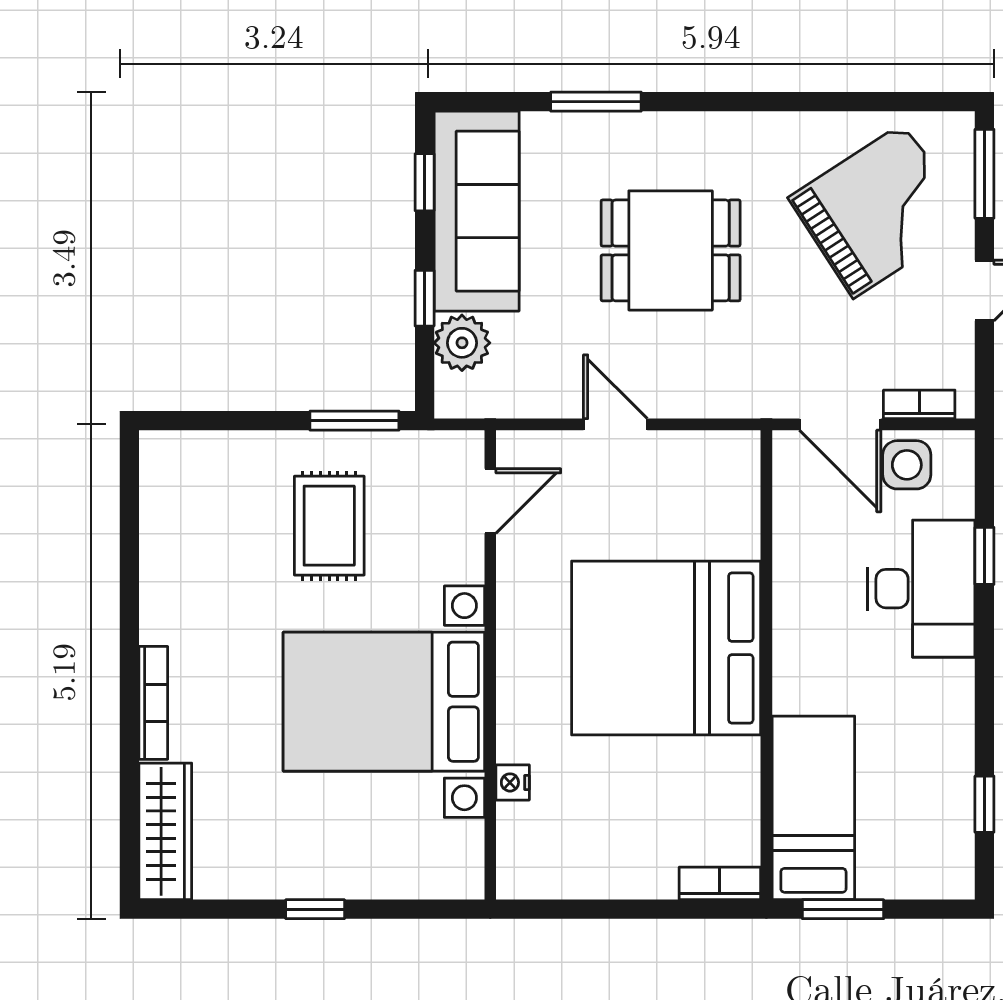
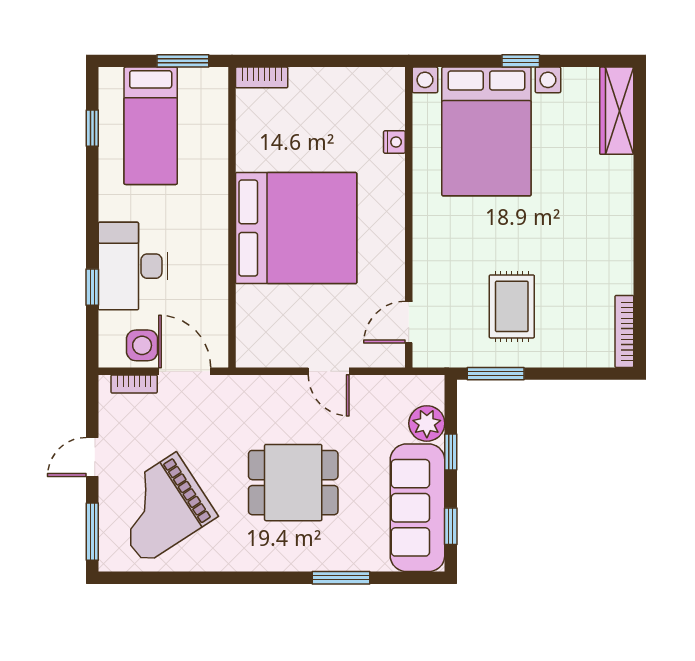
bed with nightstands: (384, 702) -> (486, 131), moved, turned 90
bookcase: (153, 703) -> (624, 331), moved
bed: (813, 808) -> (151, 126), moved

